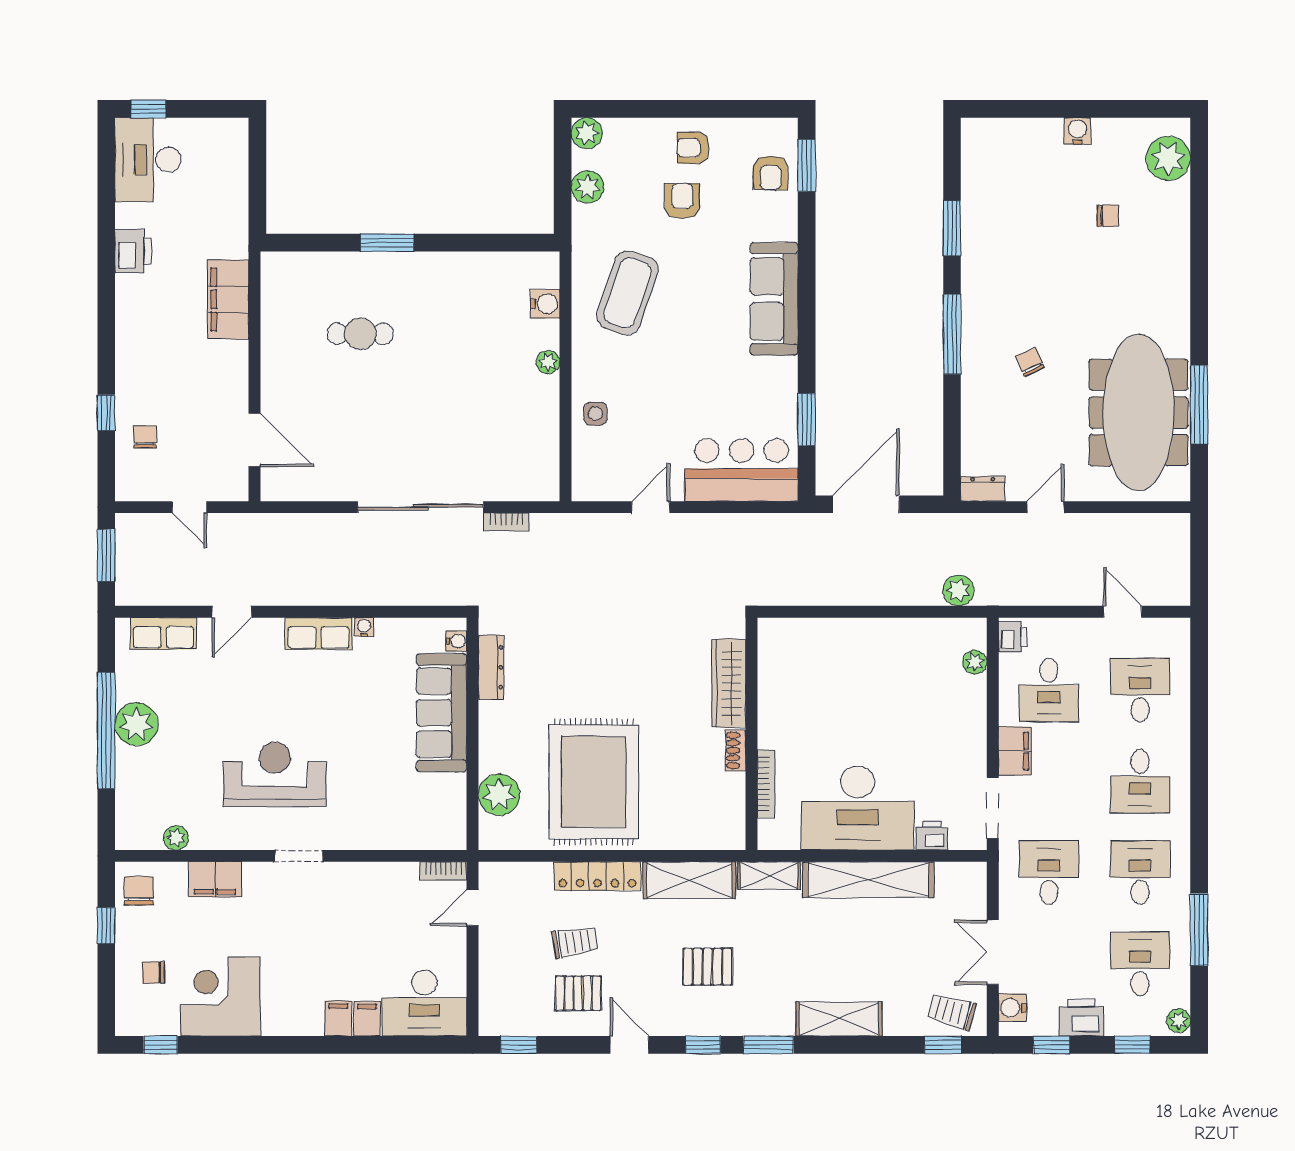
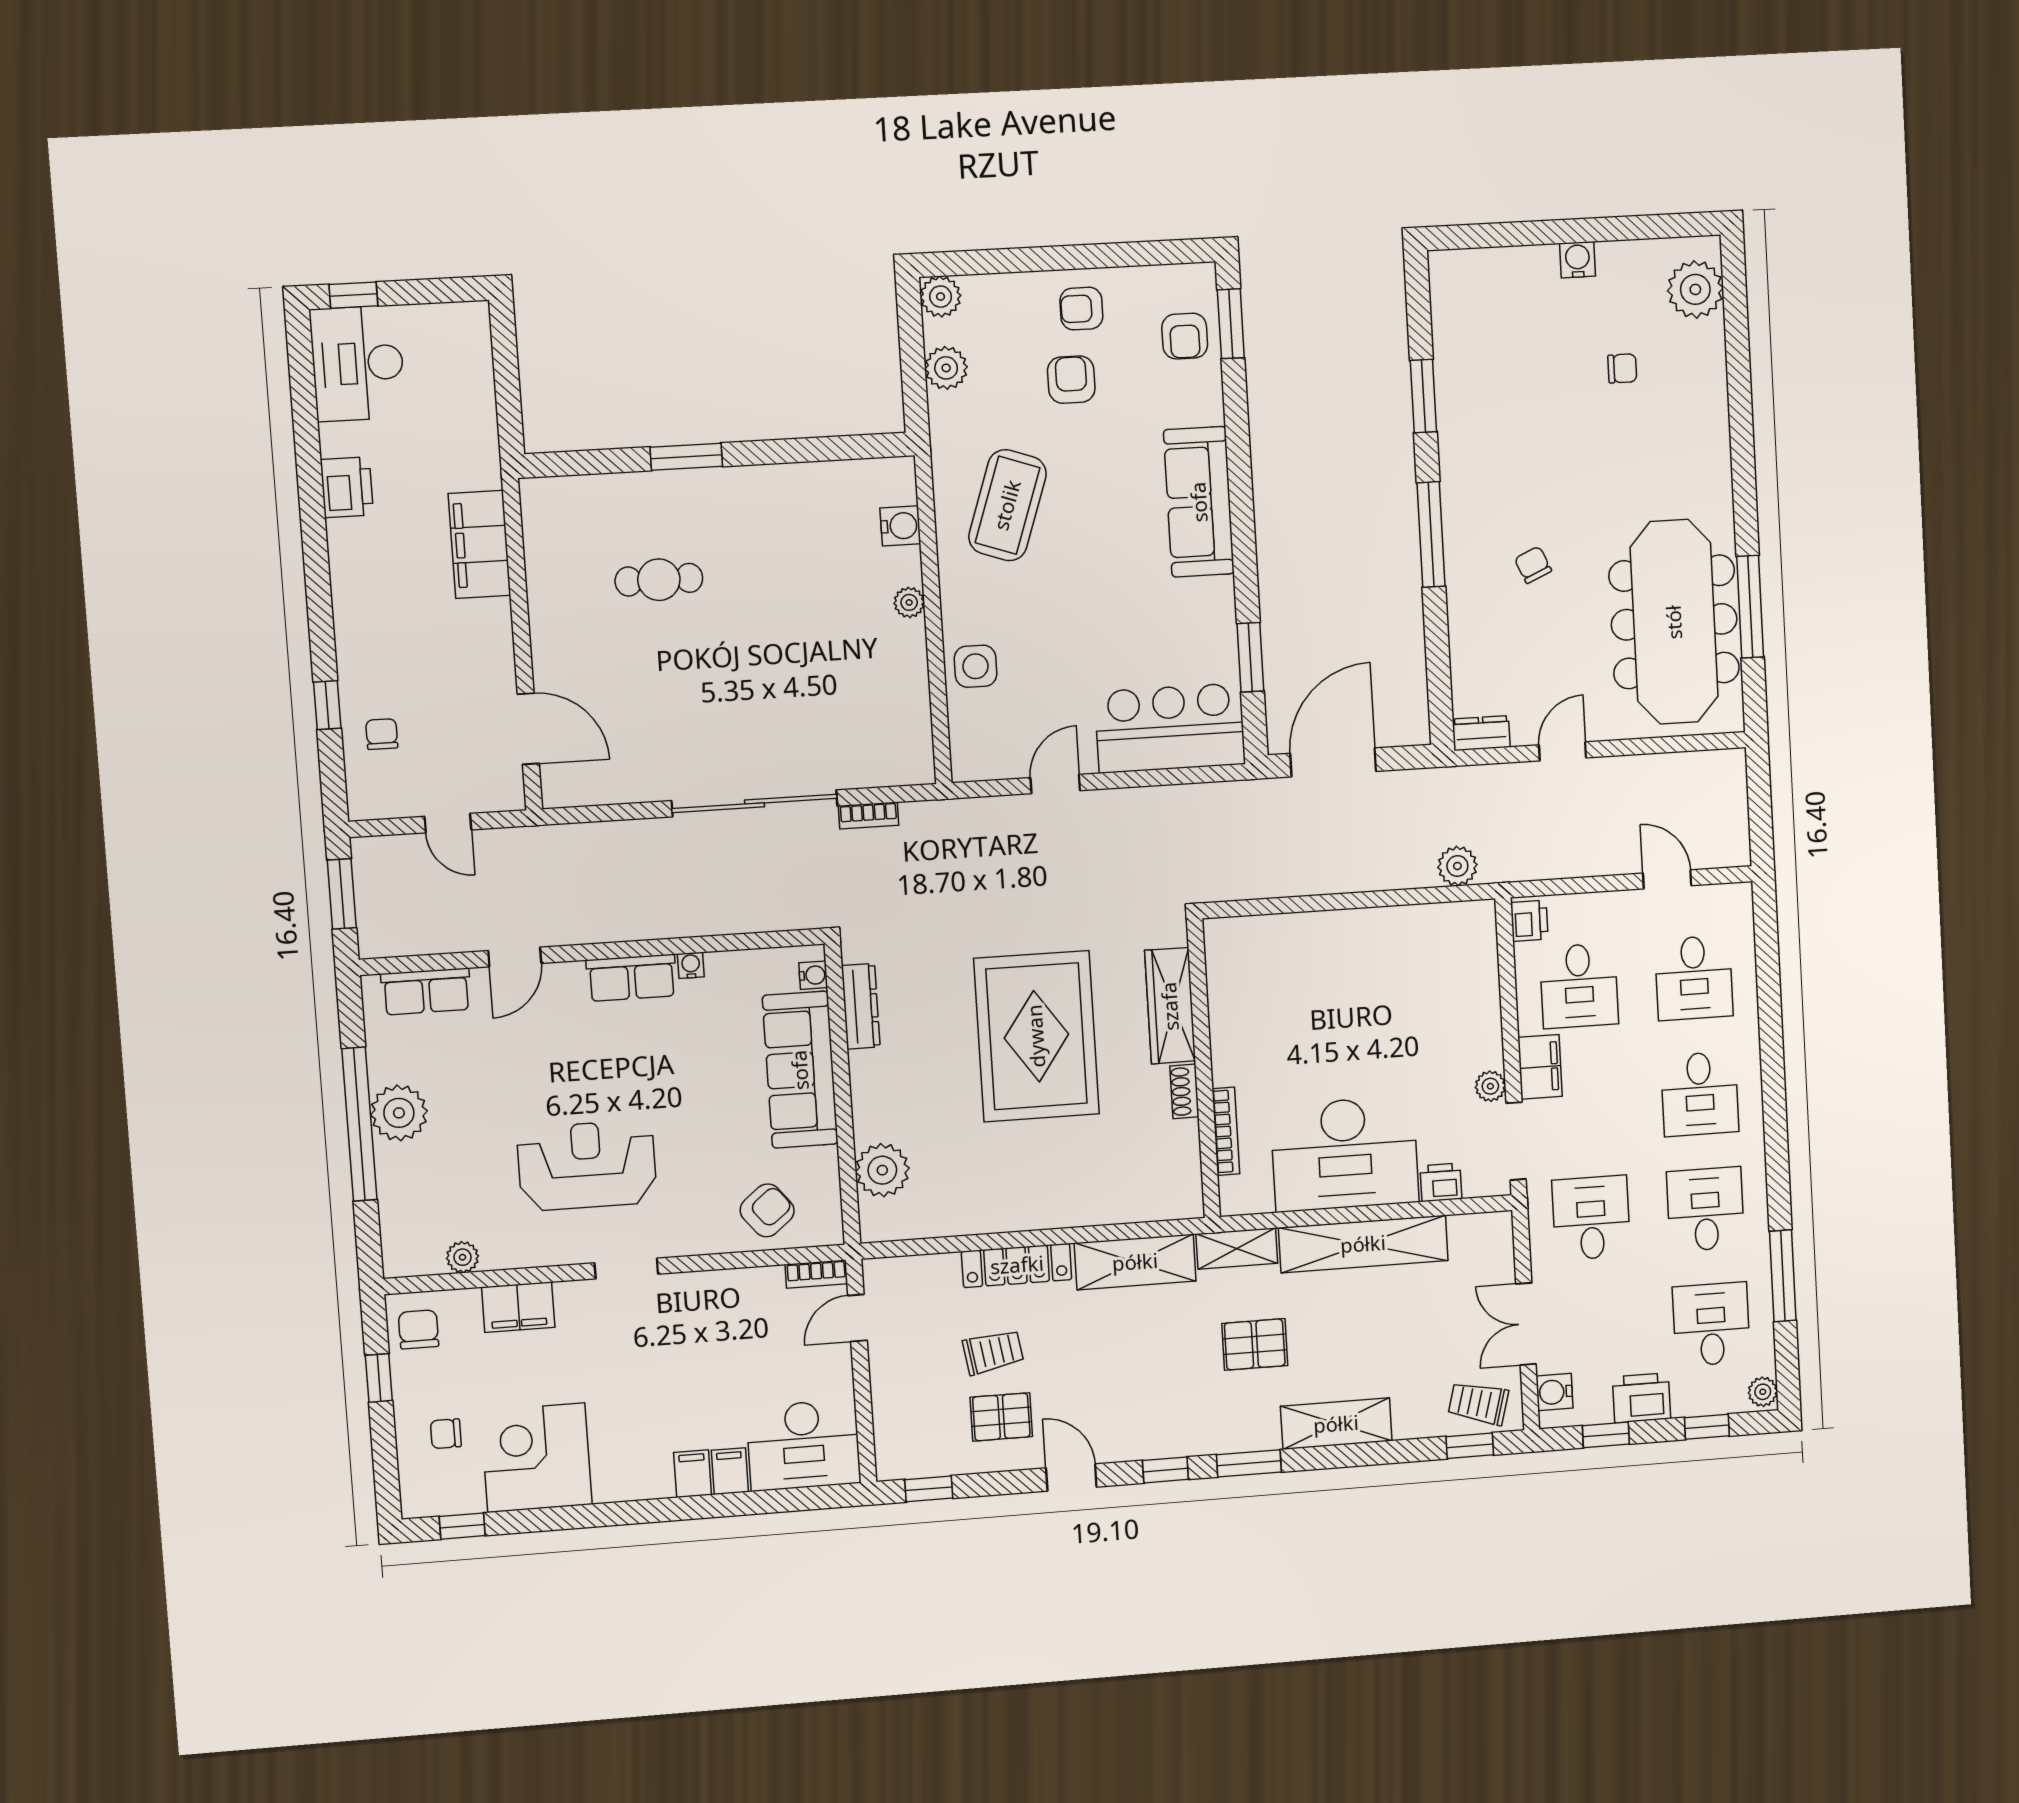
side table: (595, 414) -> (976, 666), width x1.37, depth x1.37
plant: (975, 662) -> (1490, 1086), moved
desk: (1140, 690) -> (1694, 978), turned 180
rug: (594, 782) -> (1036, 1036), moved
armchair: (409, 819) -> (767, 1210), added
pallet: (707, 967) -> (1255, 1344), moved

